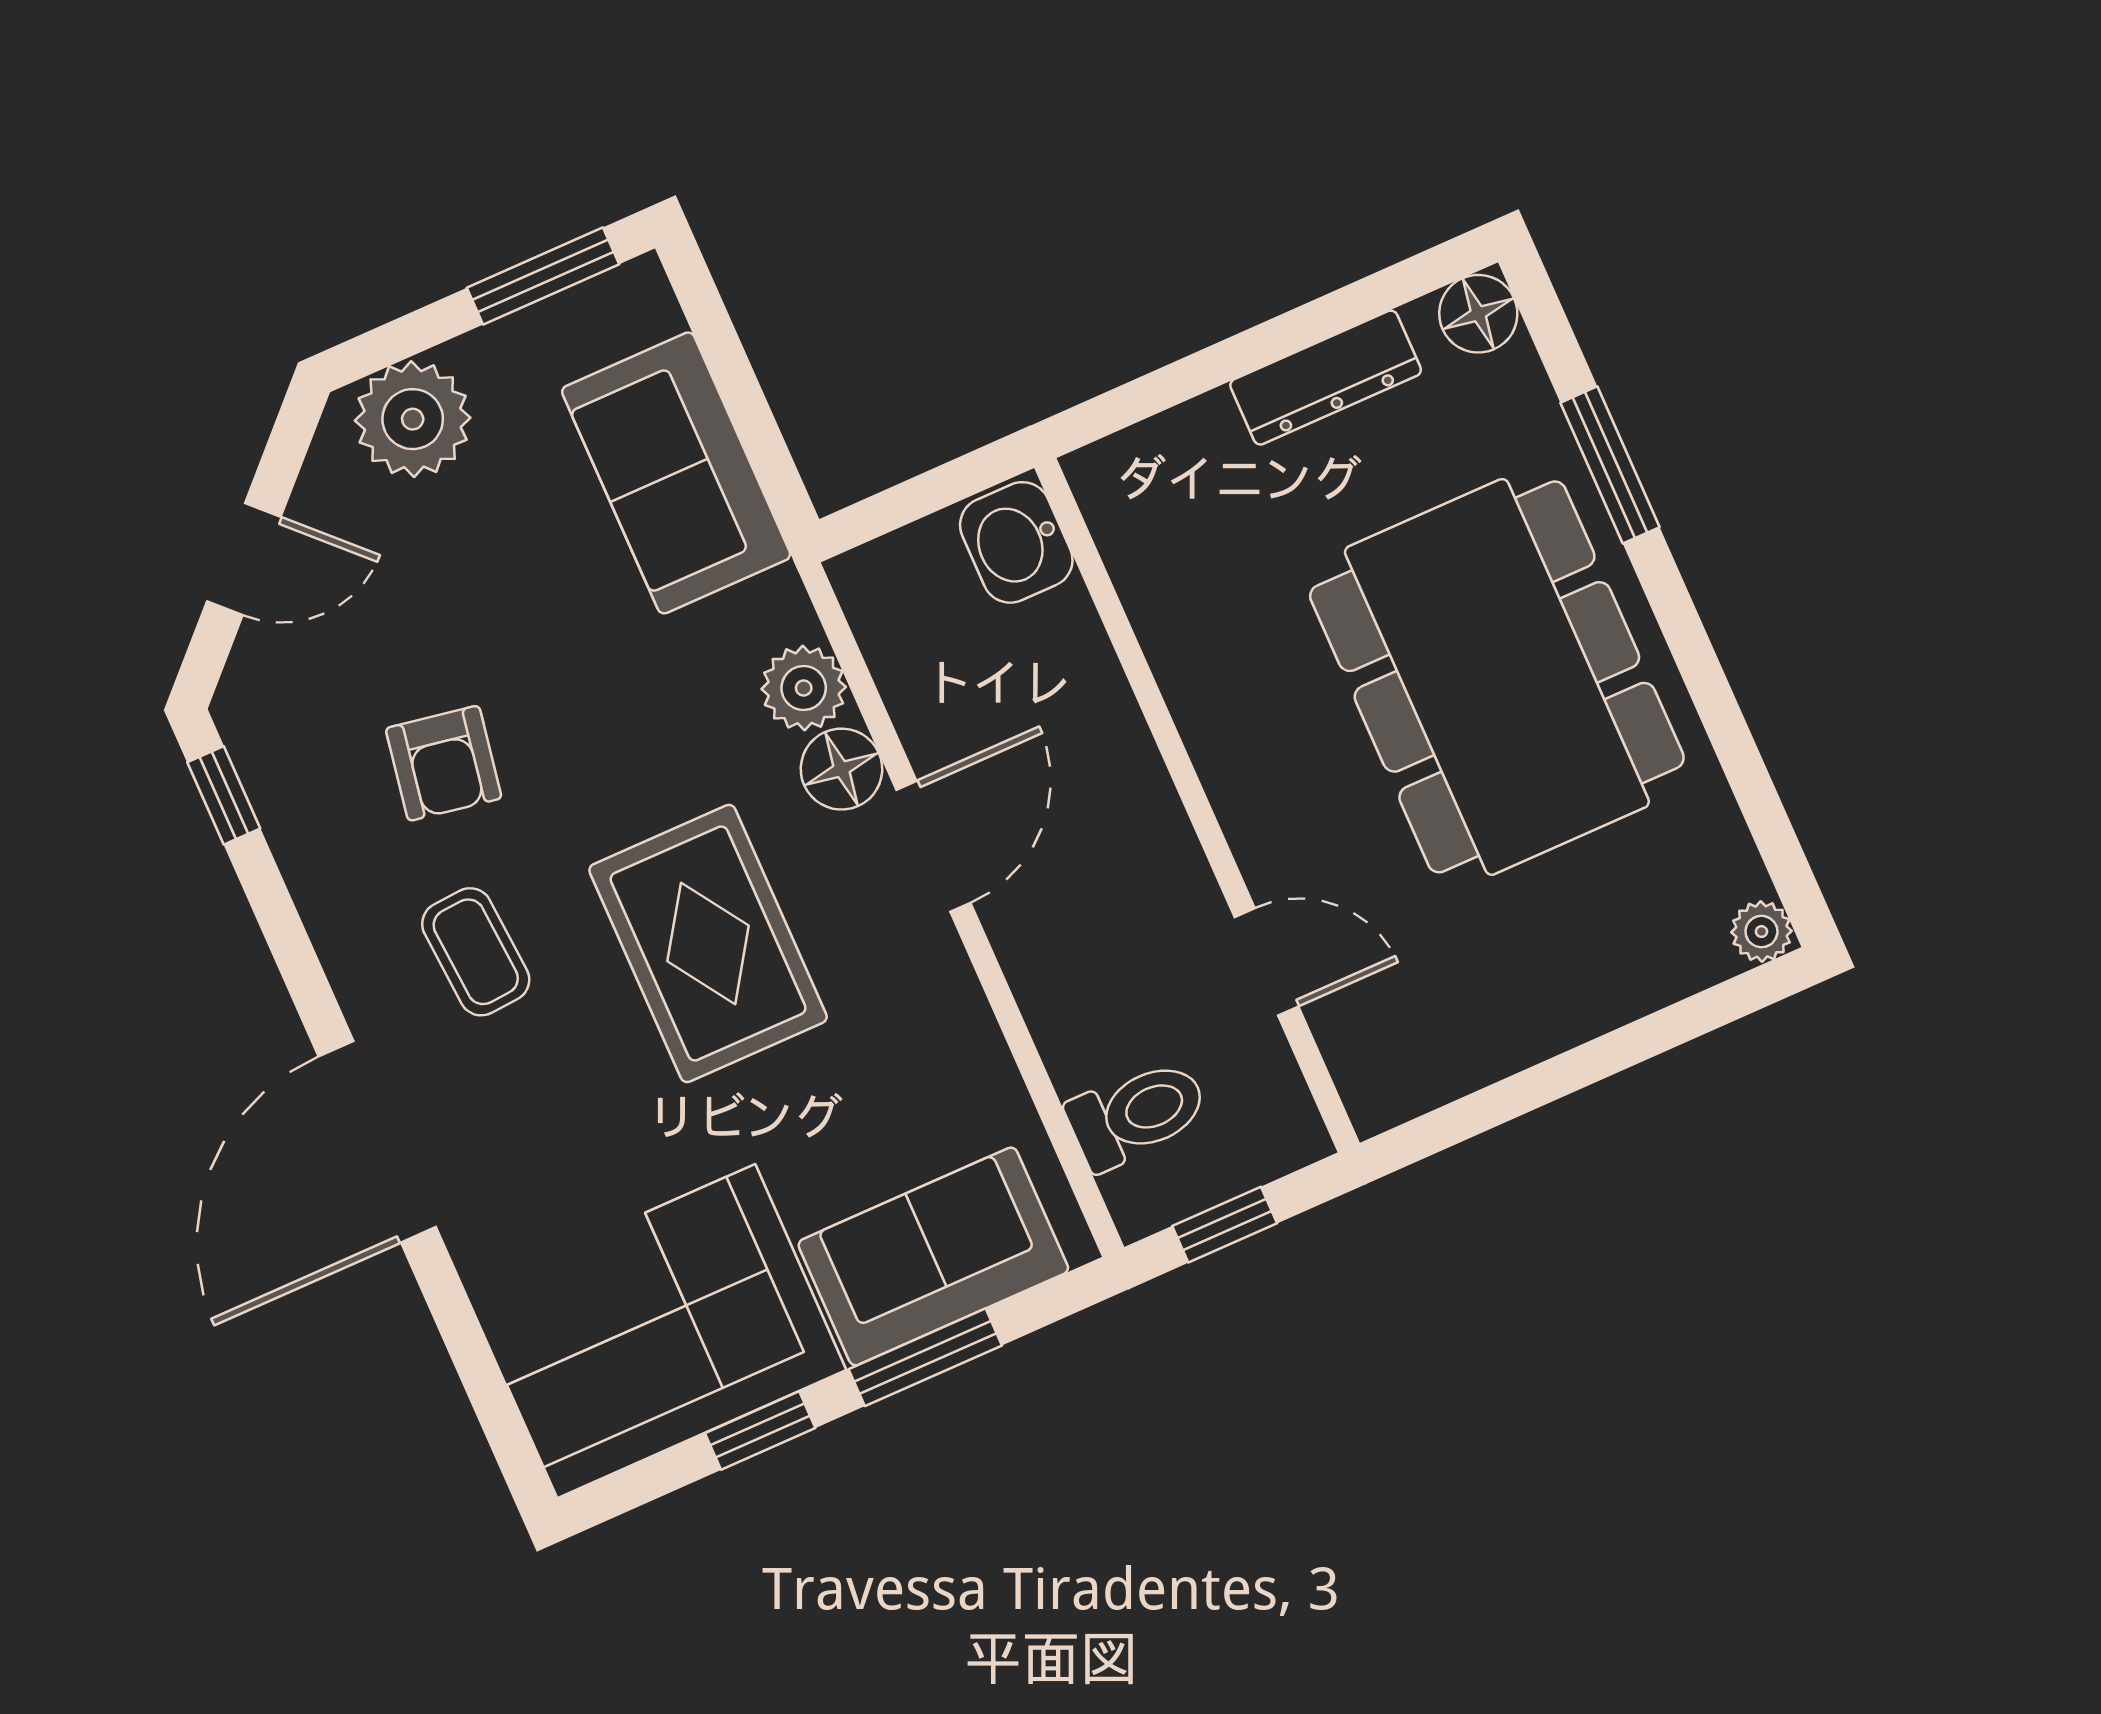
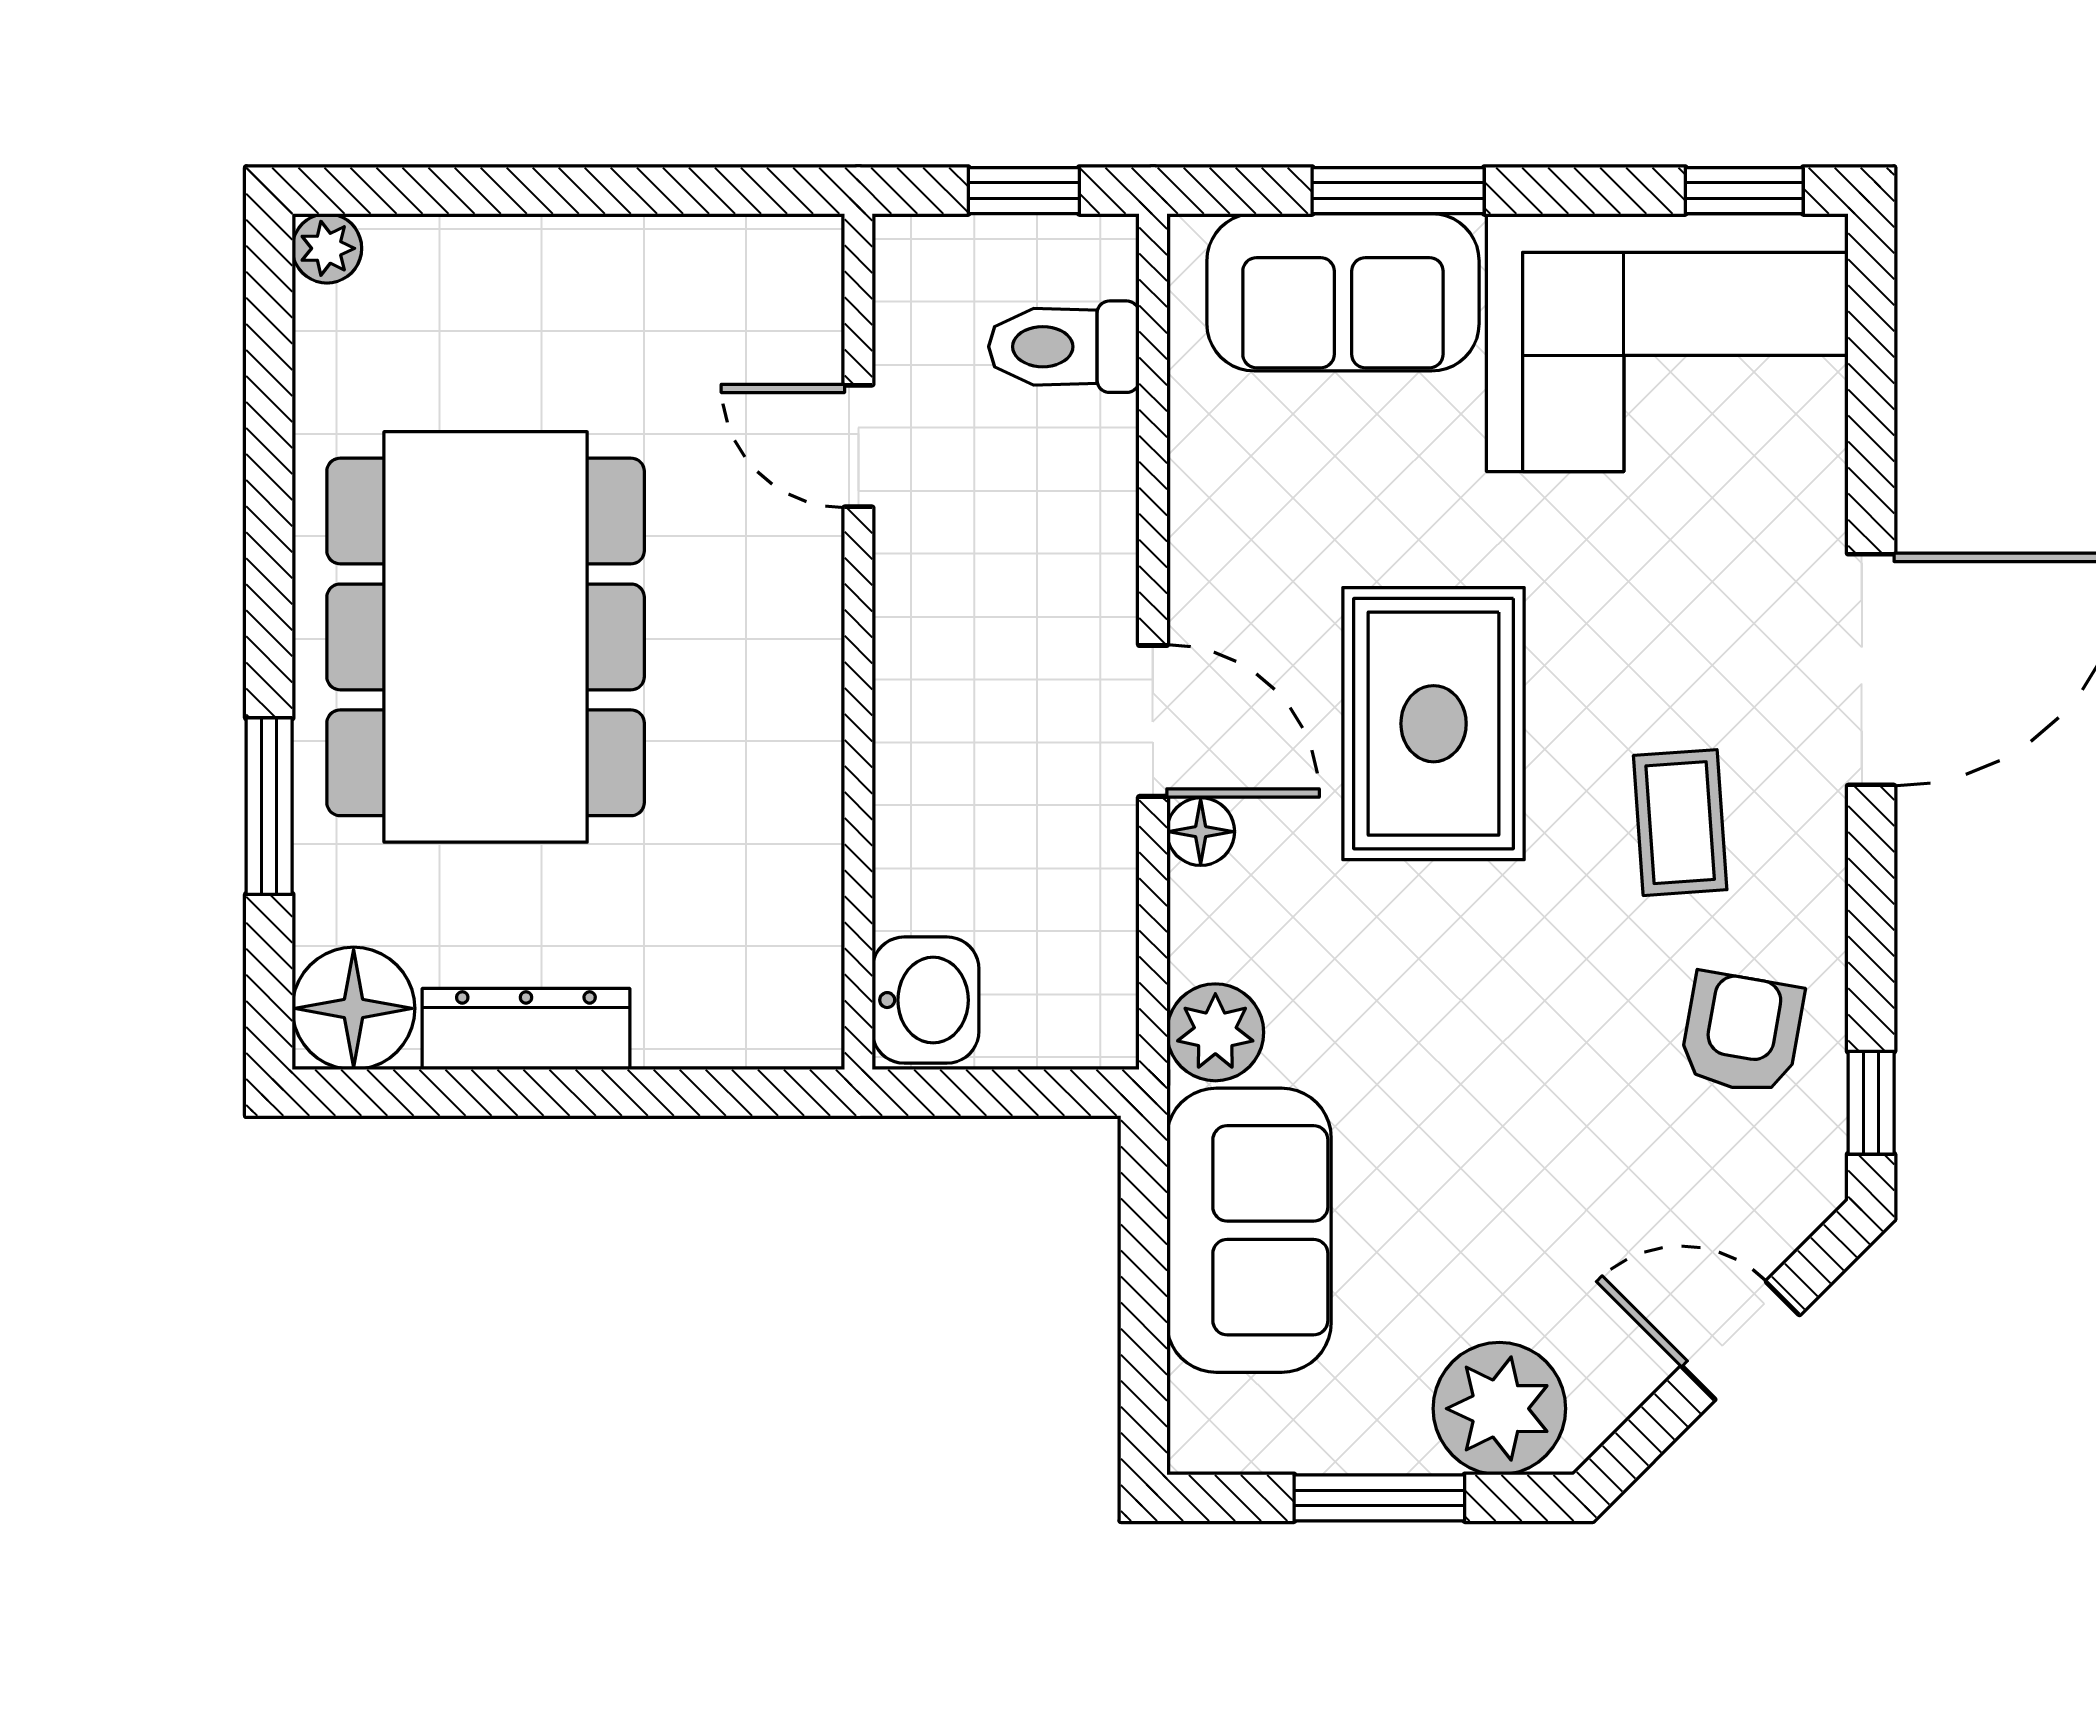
window: (543, 276) -> (1379, 1498), moved
floor lamp: (1478, 314) -> (354, 1008), width x1.38, depth x1.38
plant: (804, 688) -> (1215, 1032), moved
armchair: (444, 763) -> (1742, 1033), moved
floor lamp: (841, 769) -> (1201, 832), width x0.73, depth x0.73
door: (933, 846) -> (1153, 721), swing flipped
window: (760, 1431) -> (1744, 191), moved

